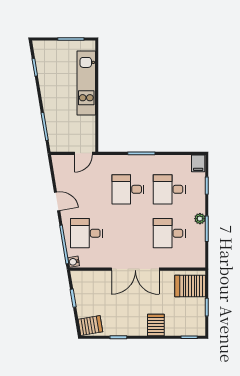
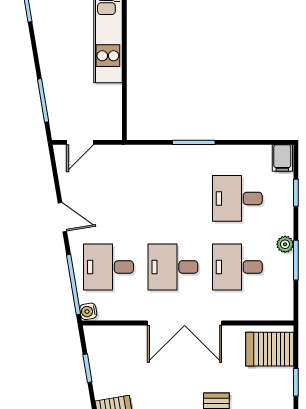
door: (83, 153) -> (80, 142), moved
desk: (128, 189) -> (173, 267), moved

